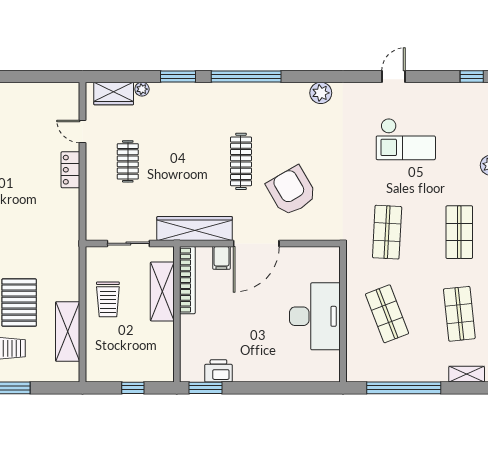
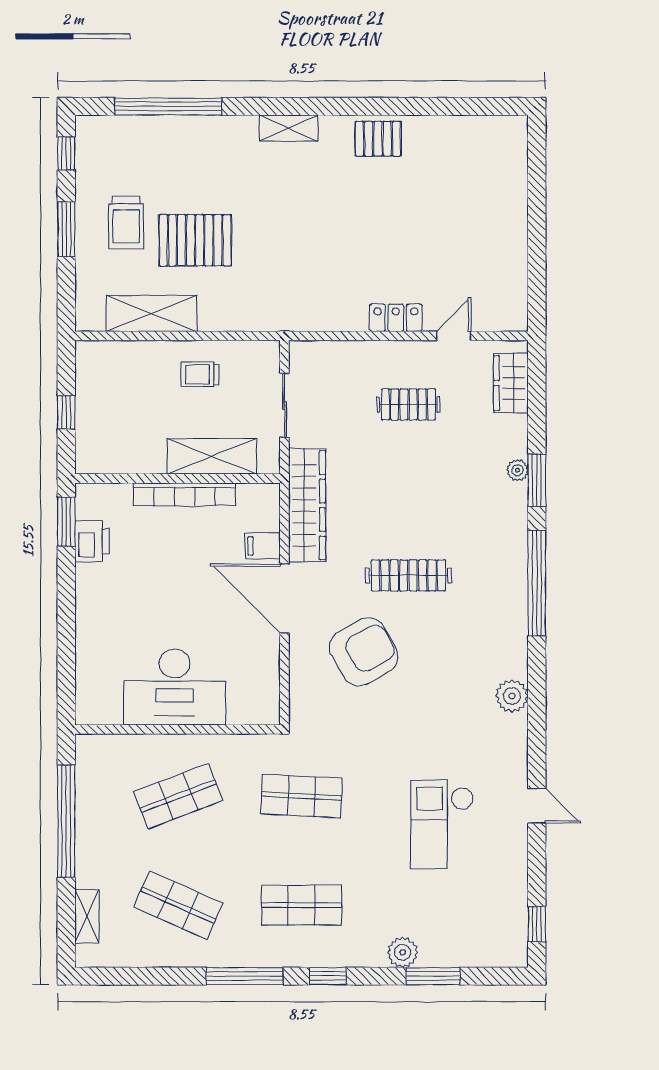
plant: (142, 89) -> (518, 470), moved
bookcase: (187, 280) -> (185, 494), moved
trolley: (108, 299) -> (200, 374), width x0.73, depth x0.72
shop shelf: (459, 314) -> (178, 905), turned 30

